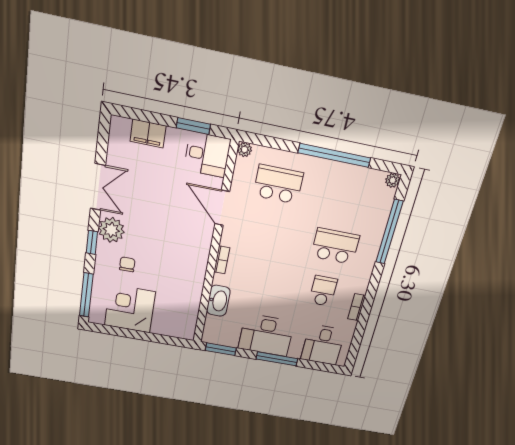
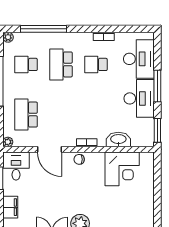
school desk: (348, 198) -> (26, 64), added
door: (222, 208) -> (50, 149), hinge flipped
chair: (127, 264) -> (79, 159), moved
corner desk: (130, 309) -> (122, 169), moved, turned -90
desk: (323, 345) -> (139, 59), width x1.37

